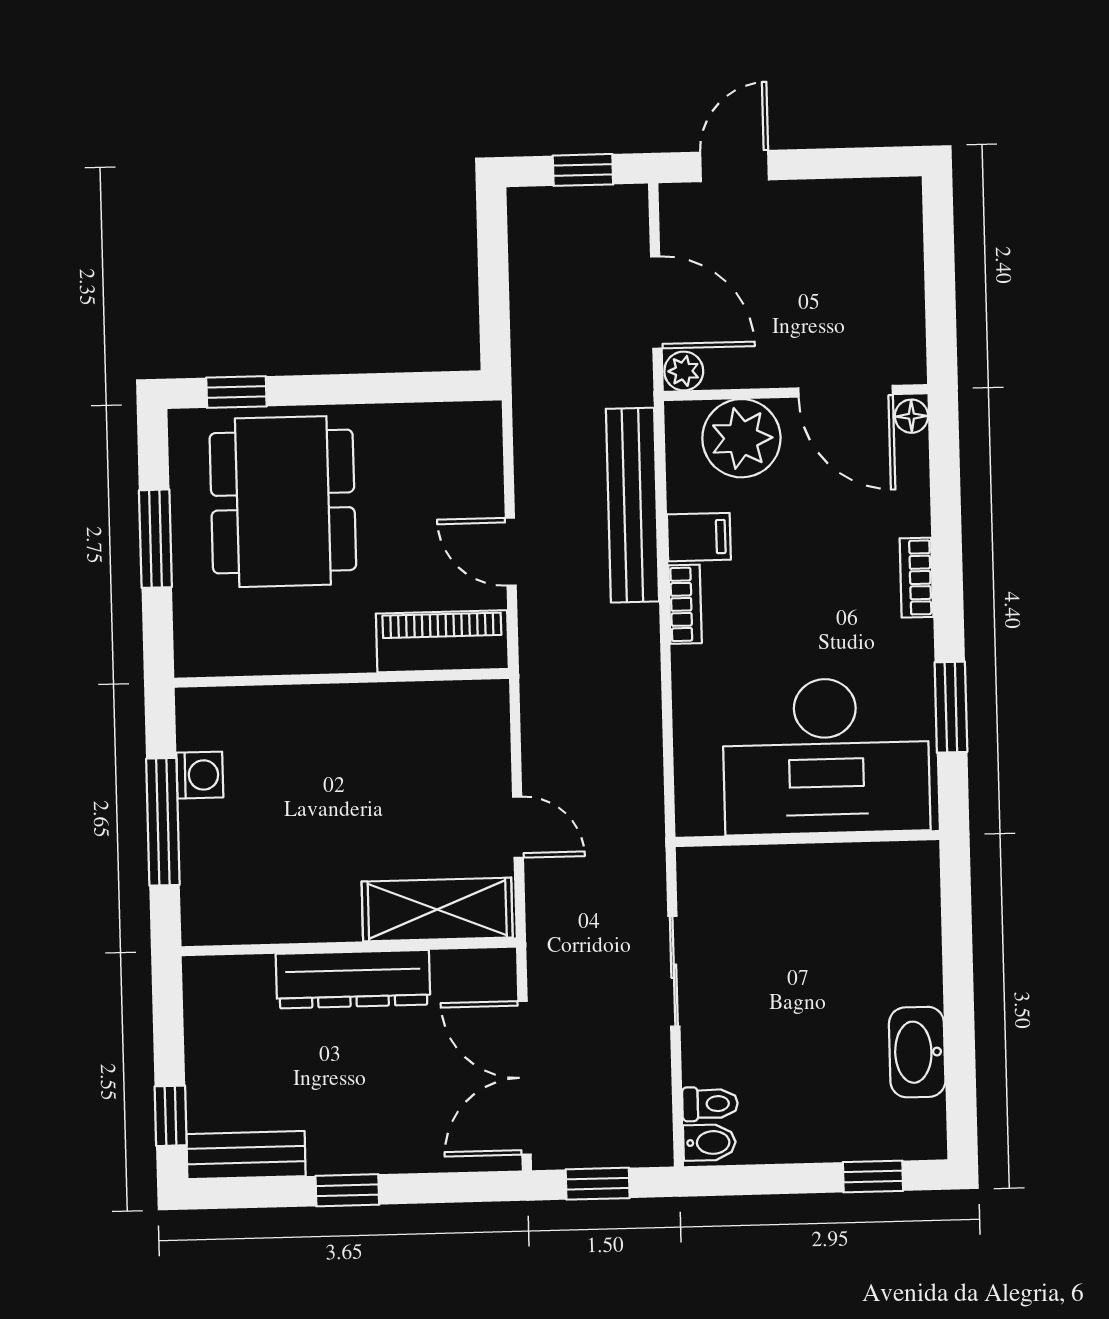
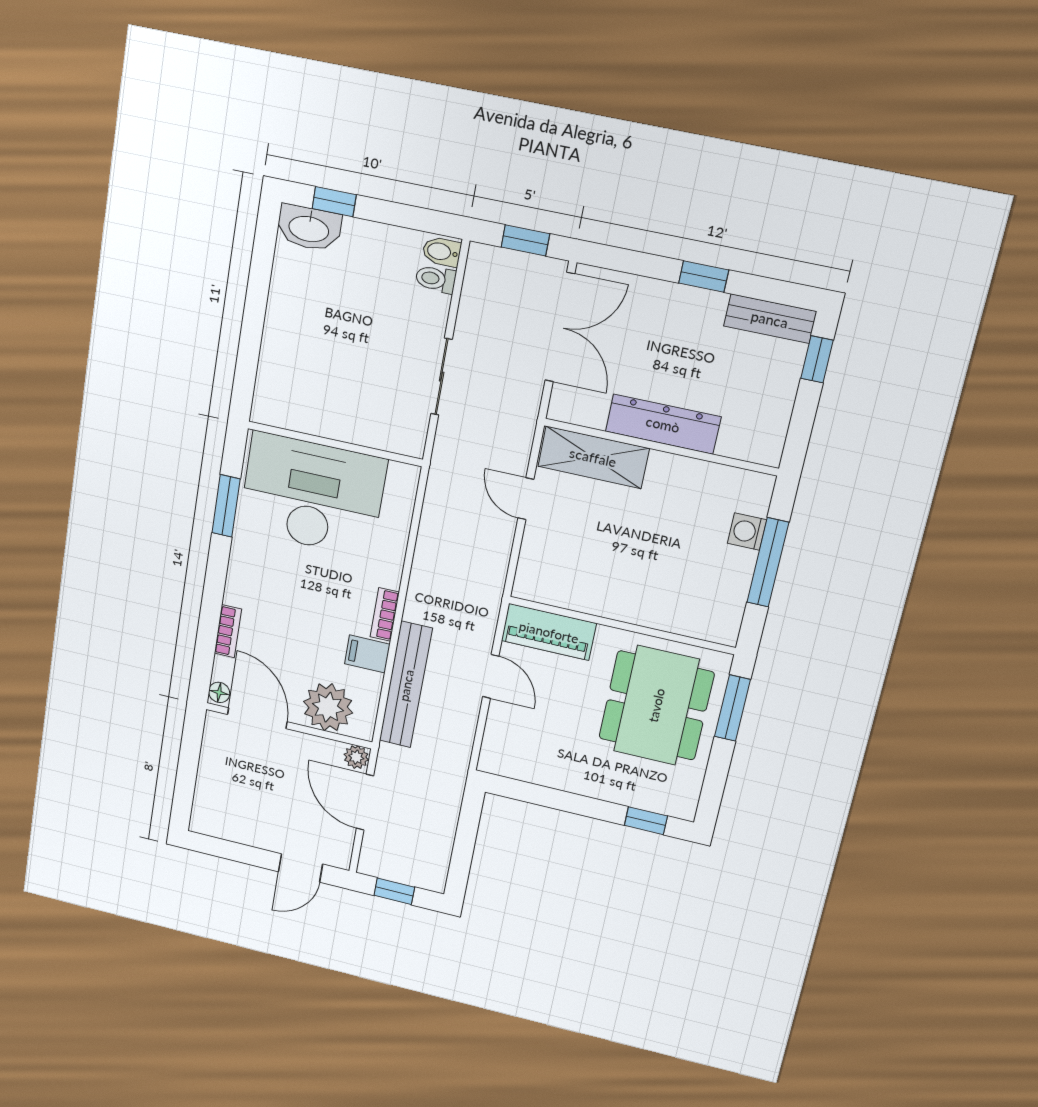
dining table: (283, 502) -> (656, 705), moved
window: (155, 539) -> (732, 708), moved
bookcase: (916, 578) -> (228, 631), moved
washing machine: (200, 775) -> (747, 532), moved
washbasin: (917, 1052) -> (309, 228), moved, turned 90

